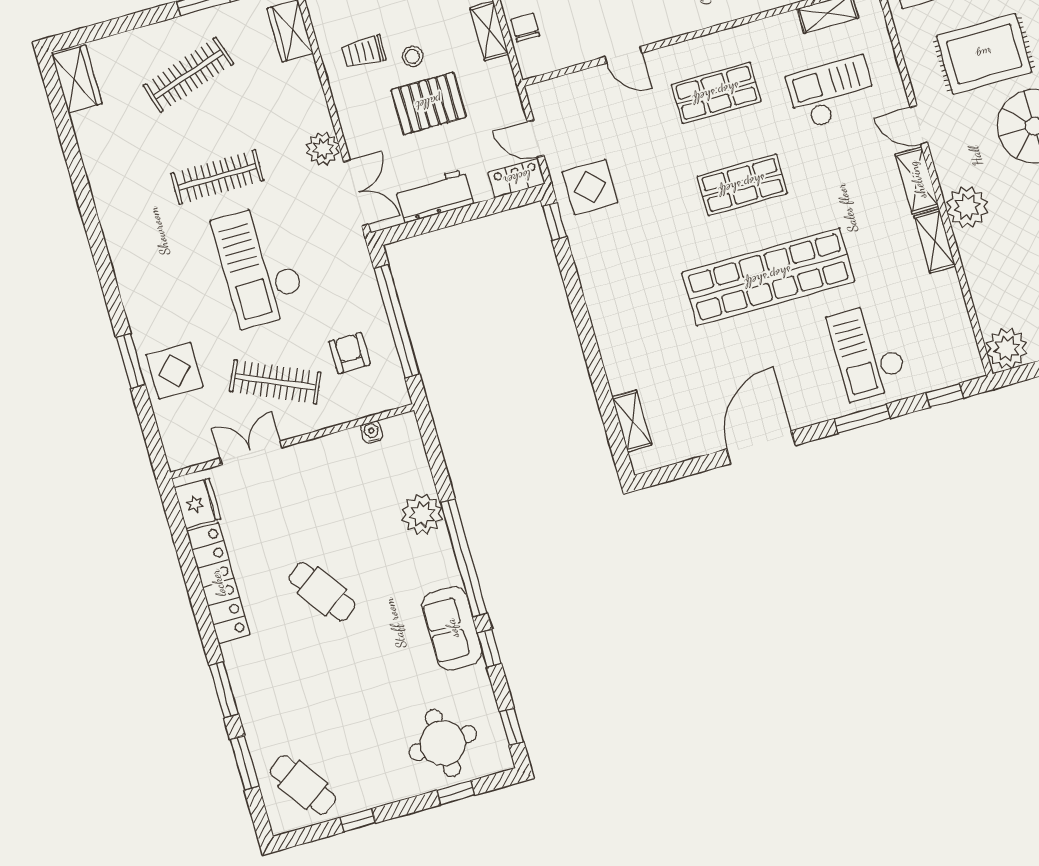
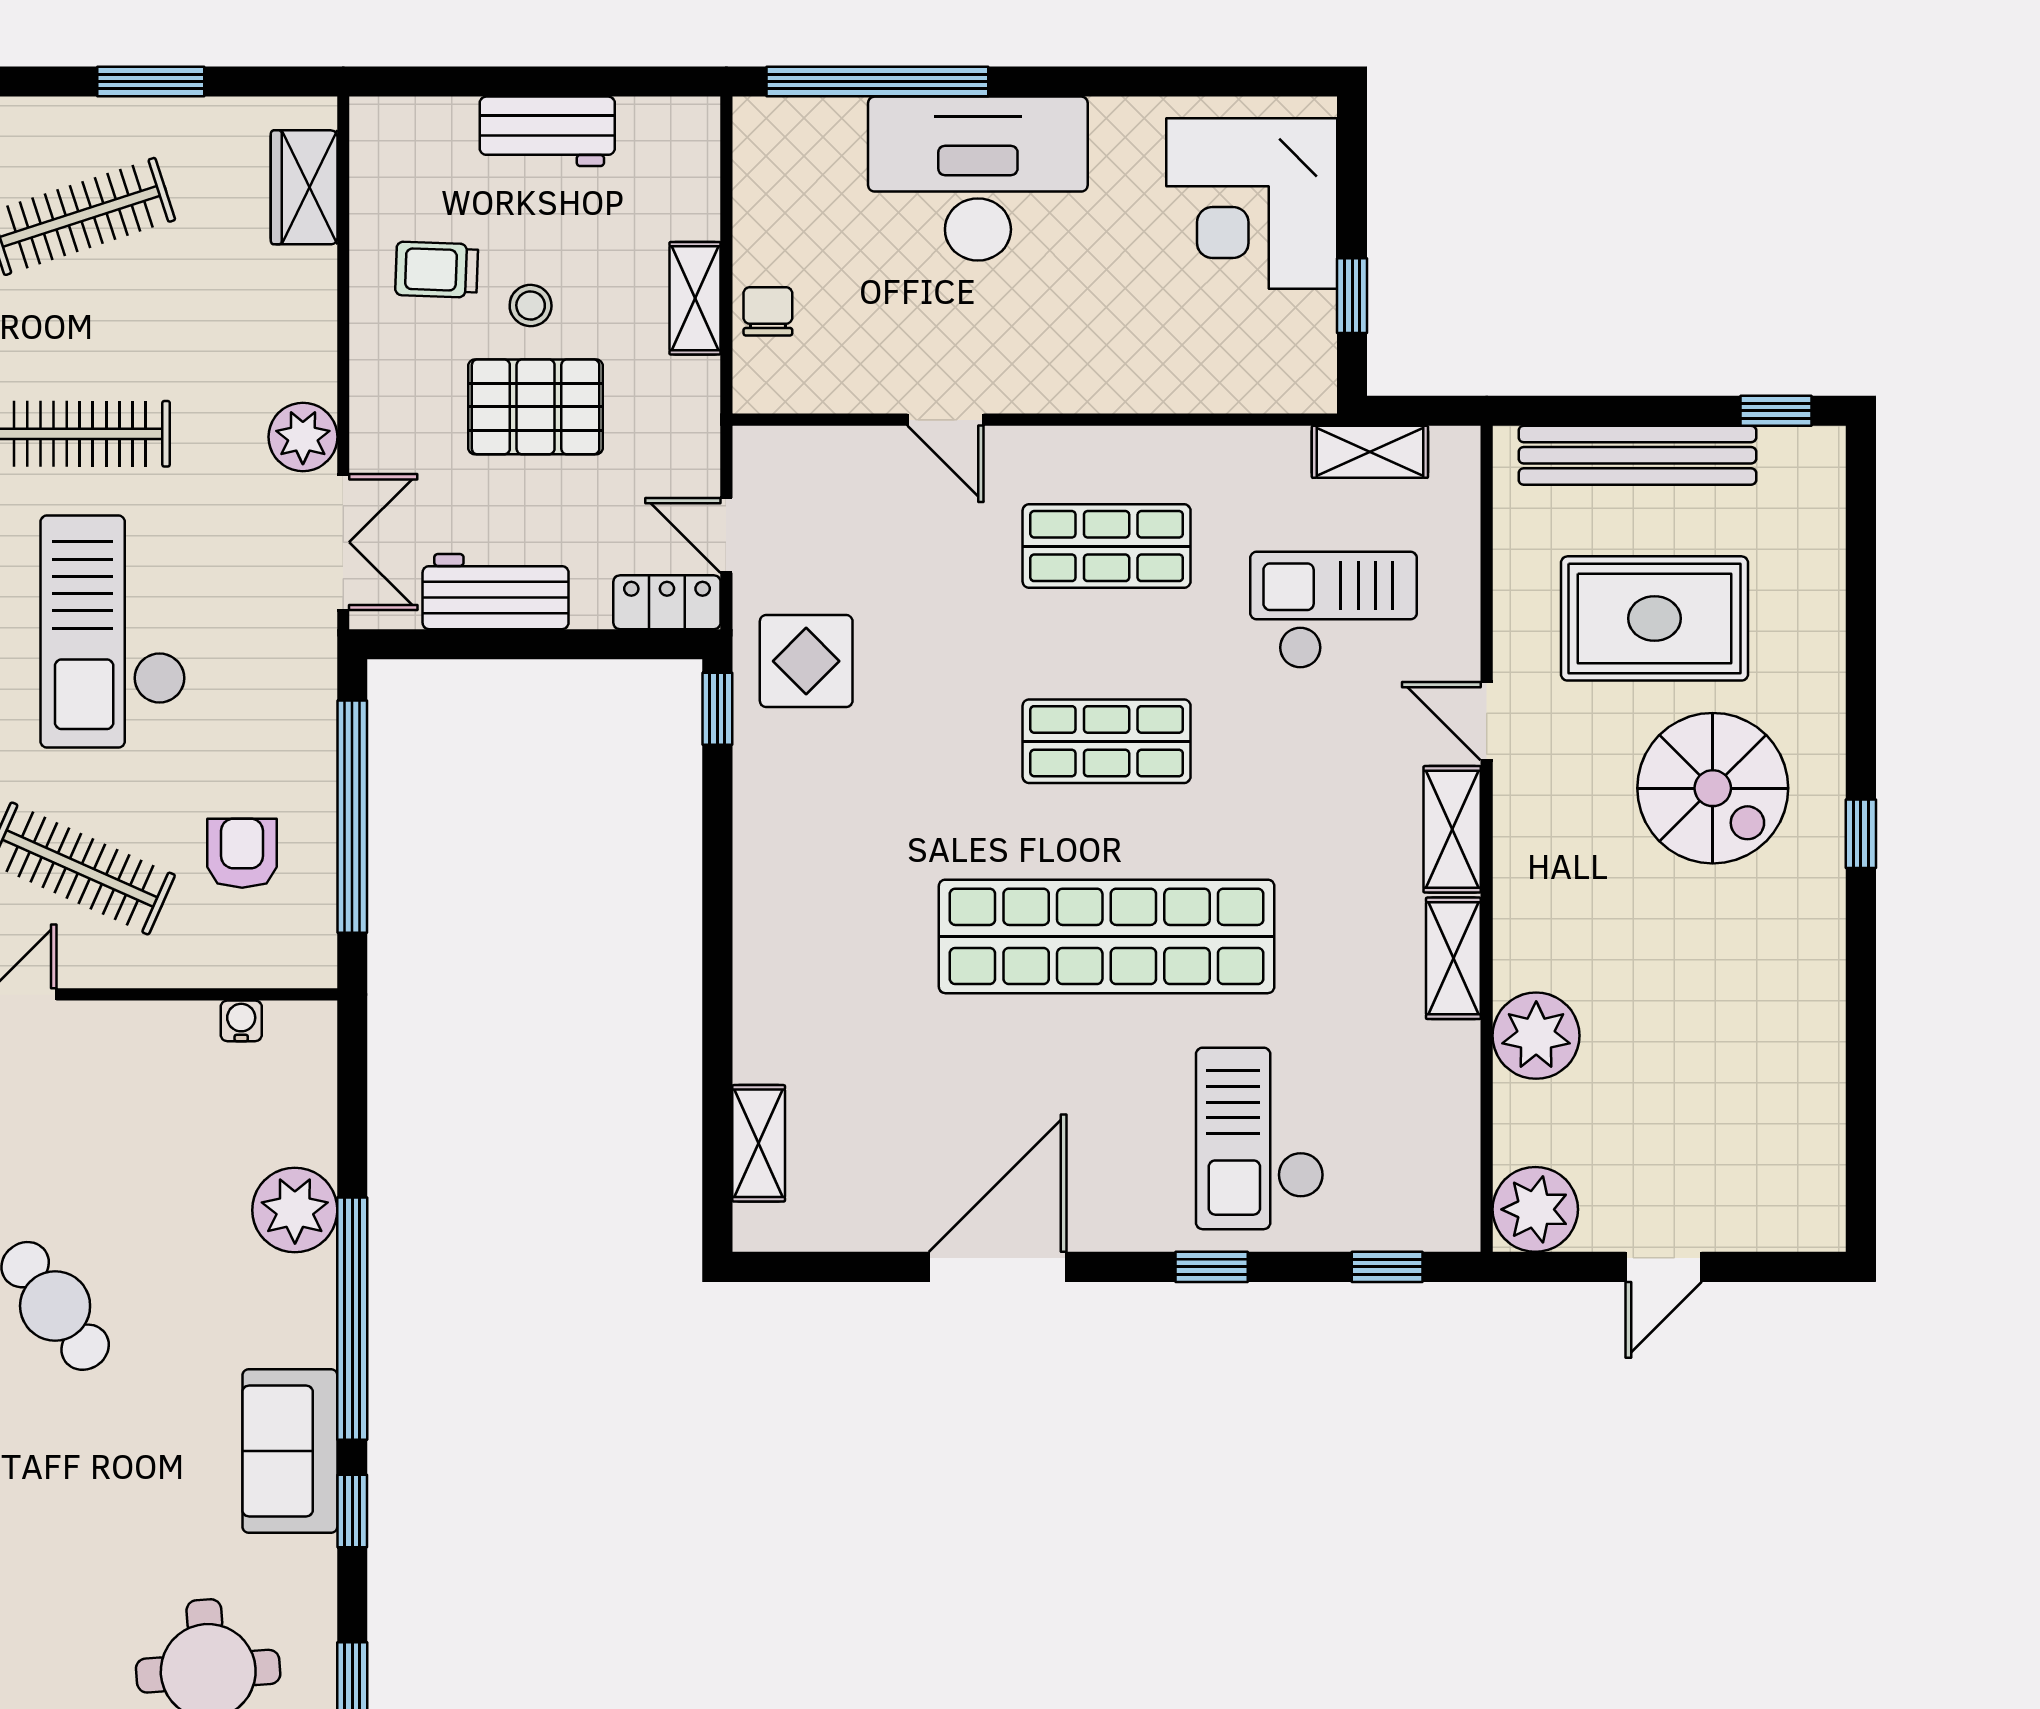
plant: (967, 207) -> (1536, 1036), moved
window: (862, 419) -> (1212, 1267), width x0.67

